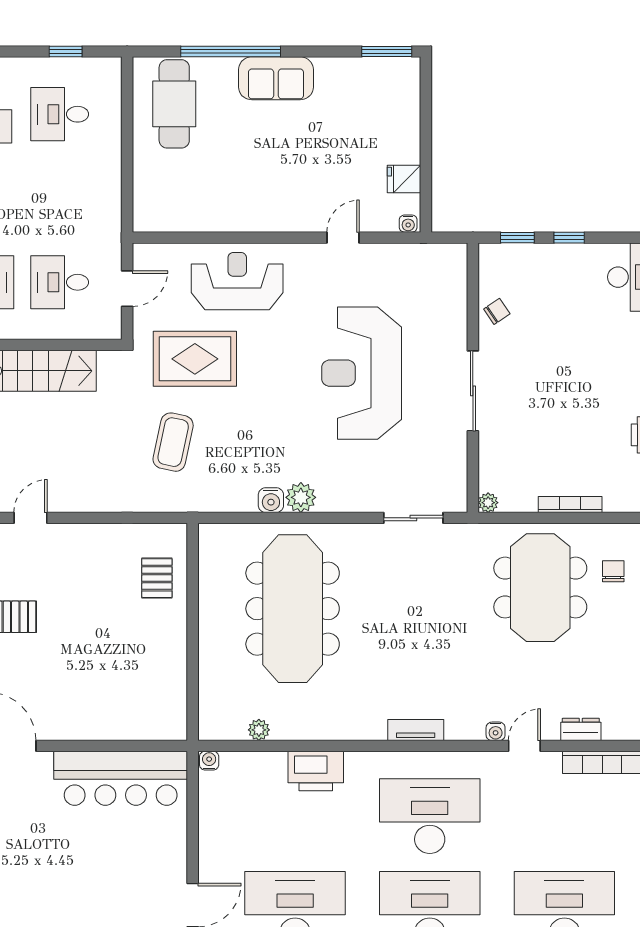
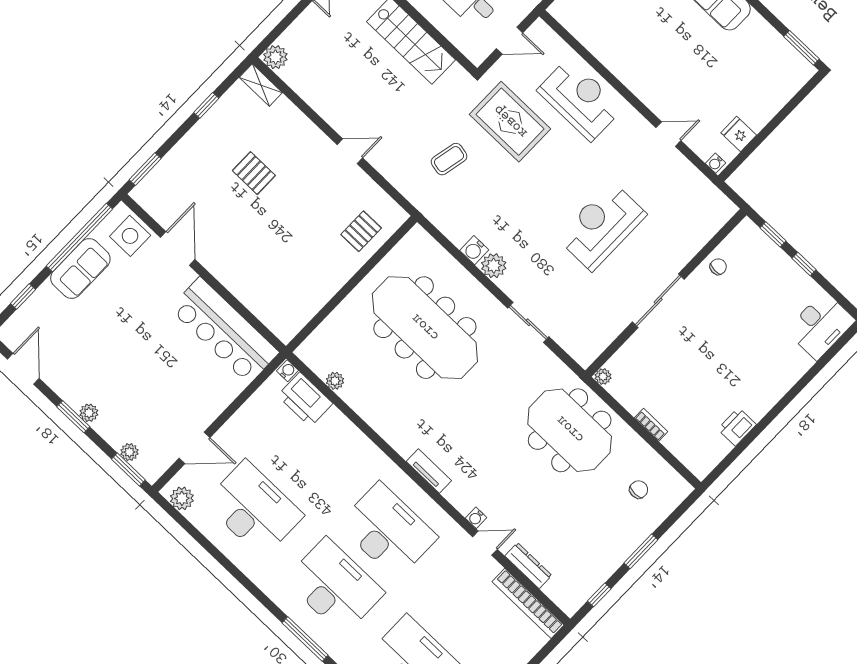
chair: (497, 311) -> (718, 267), turned -53
reception desk: (362, 373) -> (602, 226), width x0.74, depth x0.77
coffee table: (173, 442) -> (449, 159), width x0.73, depth x0.77
bookcase: (570, 505) -> (651, 425), width x0.64
door: (30, 518) -> (350, 151), moved
sliding door: (413, 518) -> (528, 322), moved
meeting table: (540, 588) -> (570, 430), moved, turned 90
meeting table: (293, 609) -> (425, 328), turned 90
dresser: (581, 729) -> (528, 566), width x1.44
printer: (316, 771) -> (305, 400), moved

